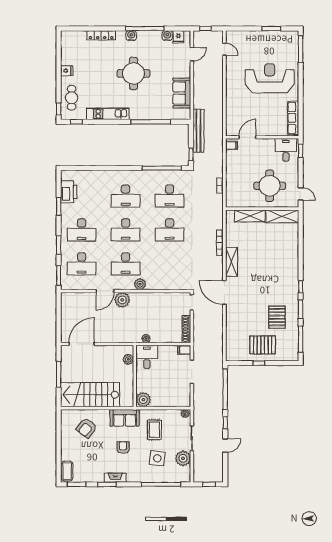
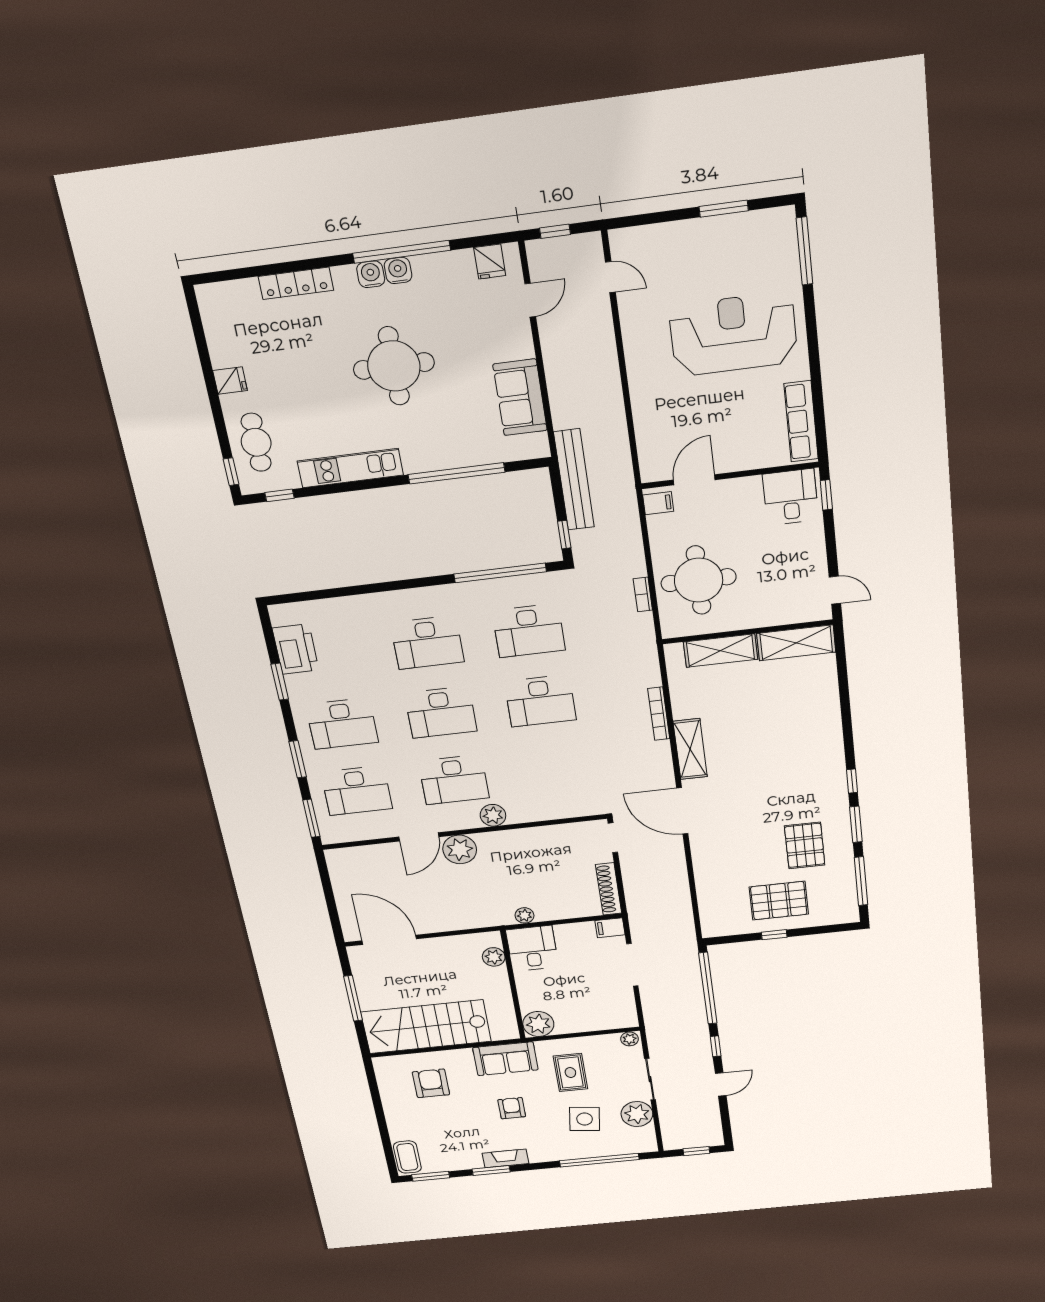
water cooler: (167, 36) -> (398, 270), moved
round table: (270, 186) -> (699, 580), moved
door: (82, 344) -> (389, 940), hinge flipped
armchair: (87, 428) -> (431, 1083), turned 142

